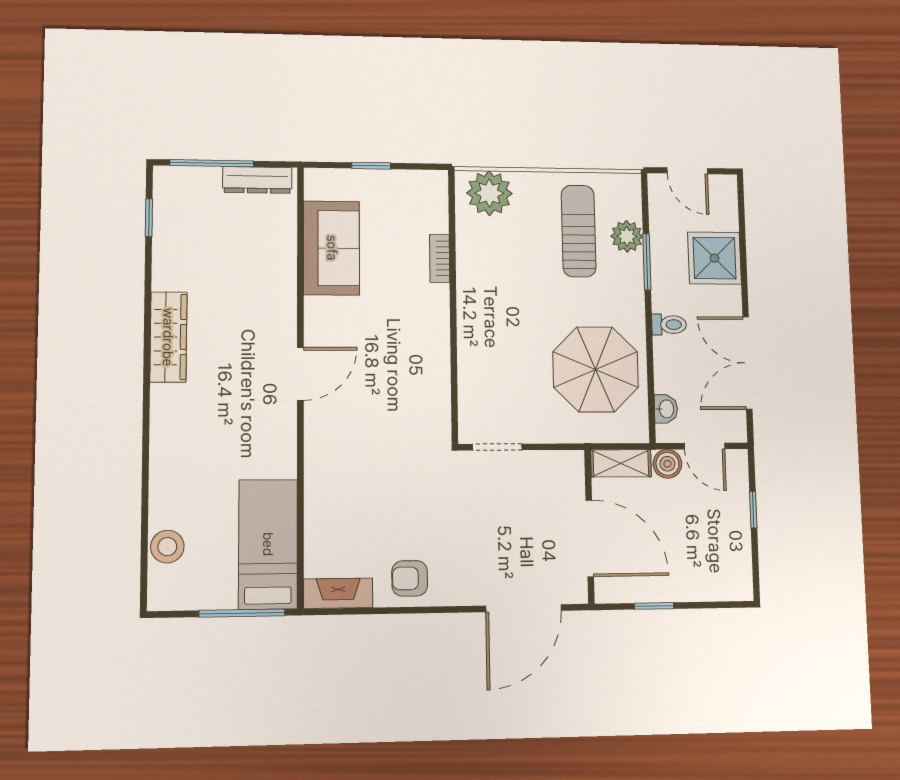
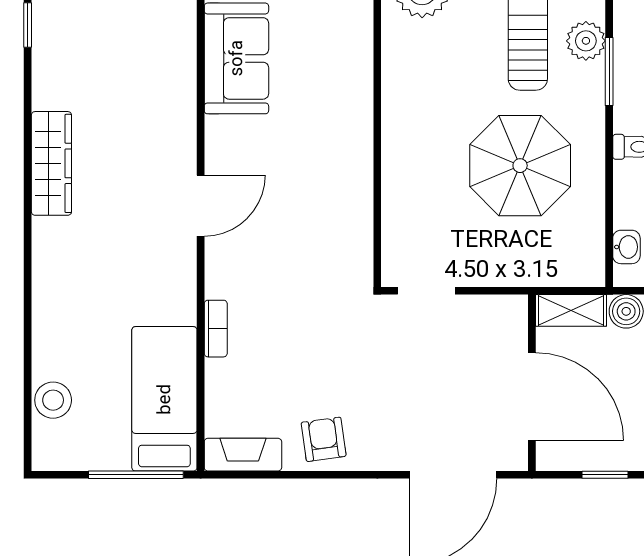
bookcase: (440, 258) -> (216, 329), moved, turned 180
parasol: (596, 369) -> (520, 166), moved
armchair: (410, 578) -> (324, 439), turned 82

